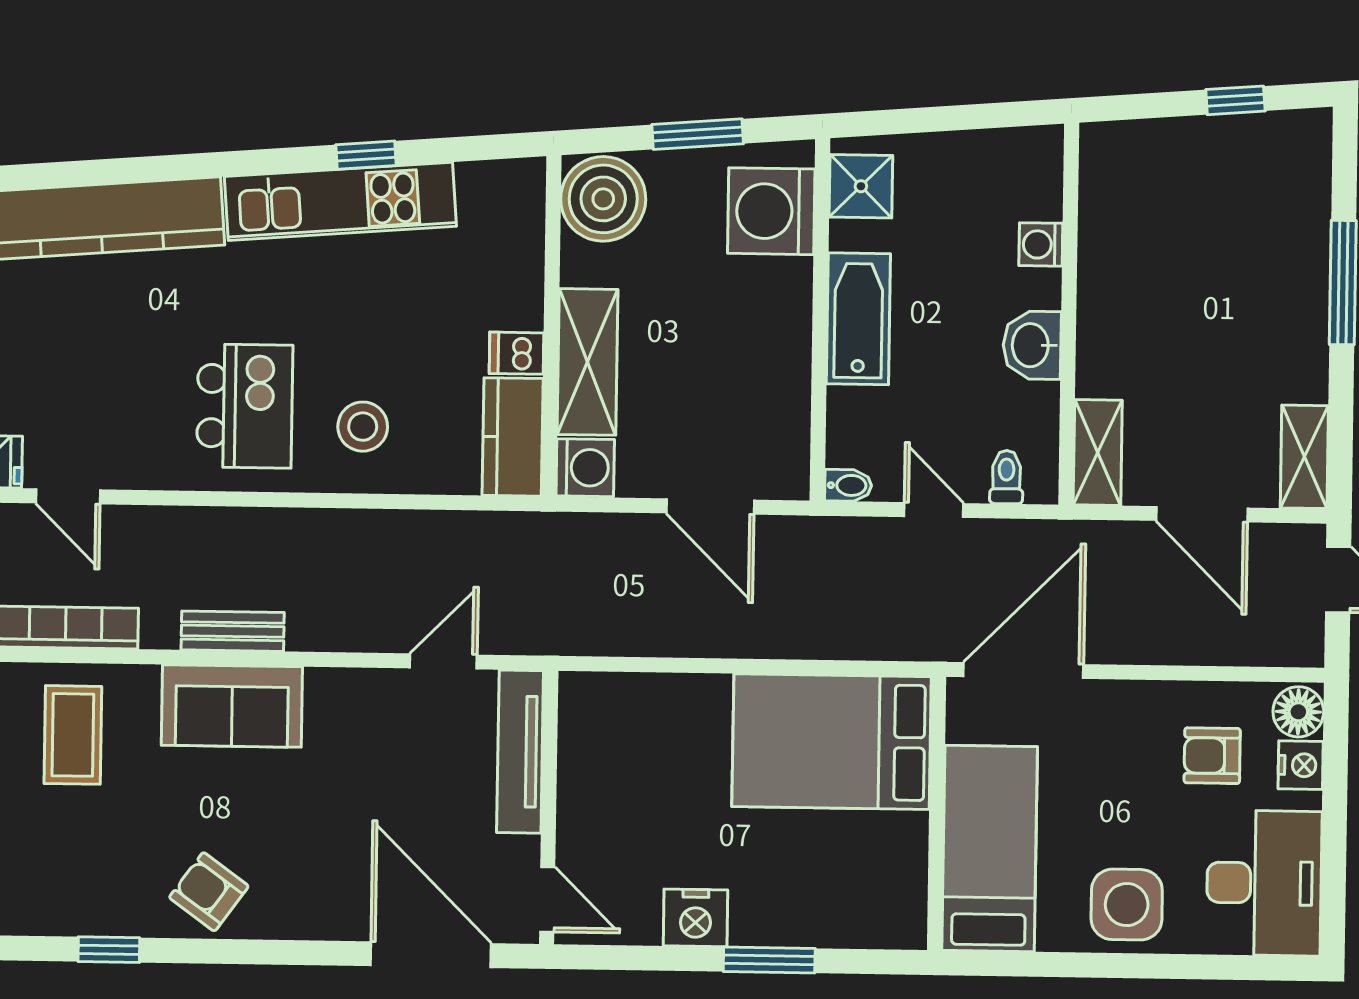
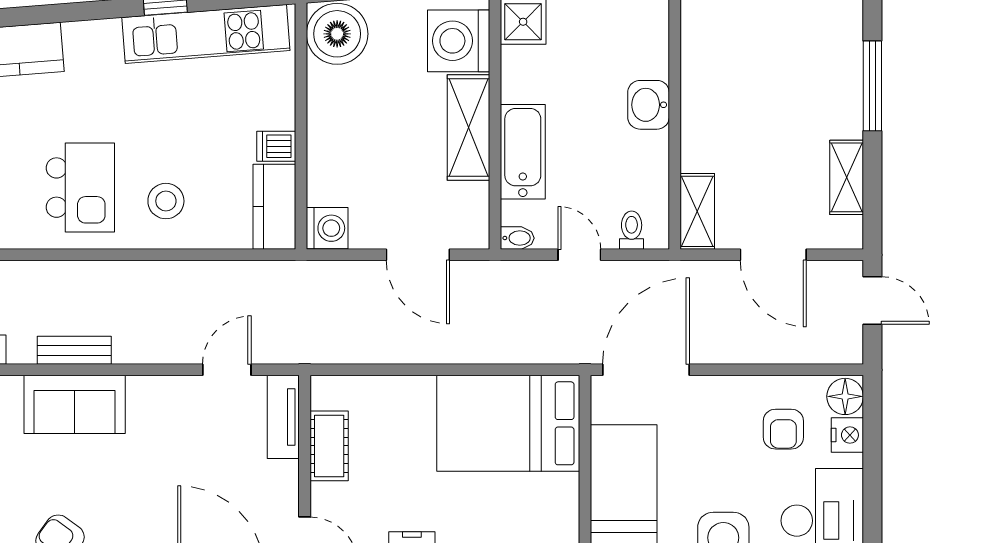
kitchen unit: (340, 201) -> (206, 34), moved
washing machine: (1041, 244) -> (654, 62), removed
bathtub: (858, 319) -> (523, 152), moved
washbasin: (1032, 345) -> (649, 105), moved
shelving: (587, 362) -> (469, 128), moved
shelving: (1304, 457) -> (847, 177), moved
tv unit: (520, 752) -> (283, 417), width x0.71
armchair: (1212, 756) -> (783, 429), turned -90
cot: (583, 769) -> (329, 446), added

